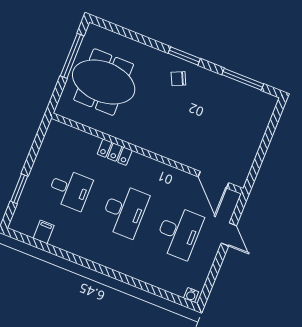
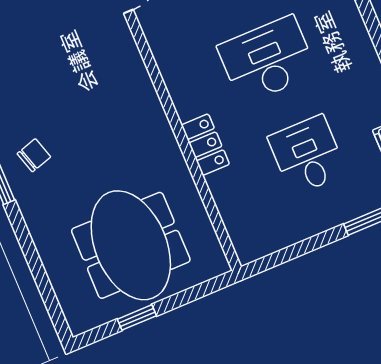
window: (72, 56) -> (137, 317), width x0.46
chair: (178, 79) -> (34, 155), turned -82

